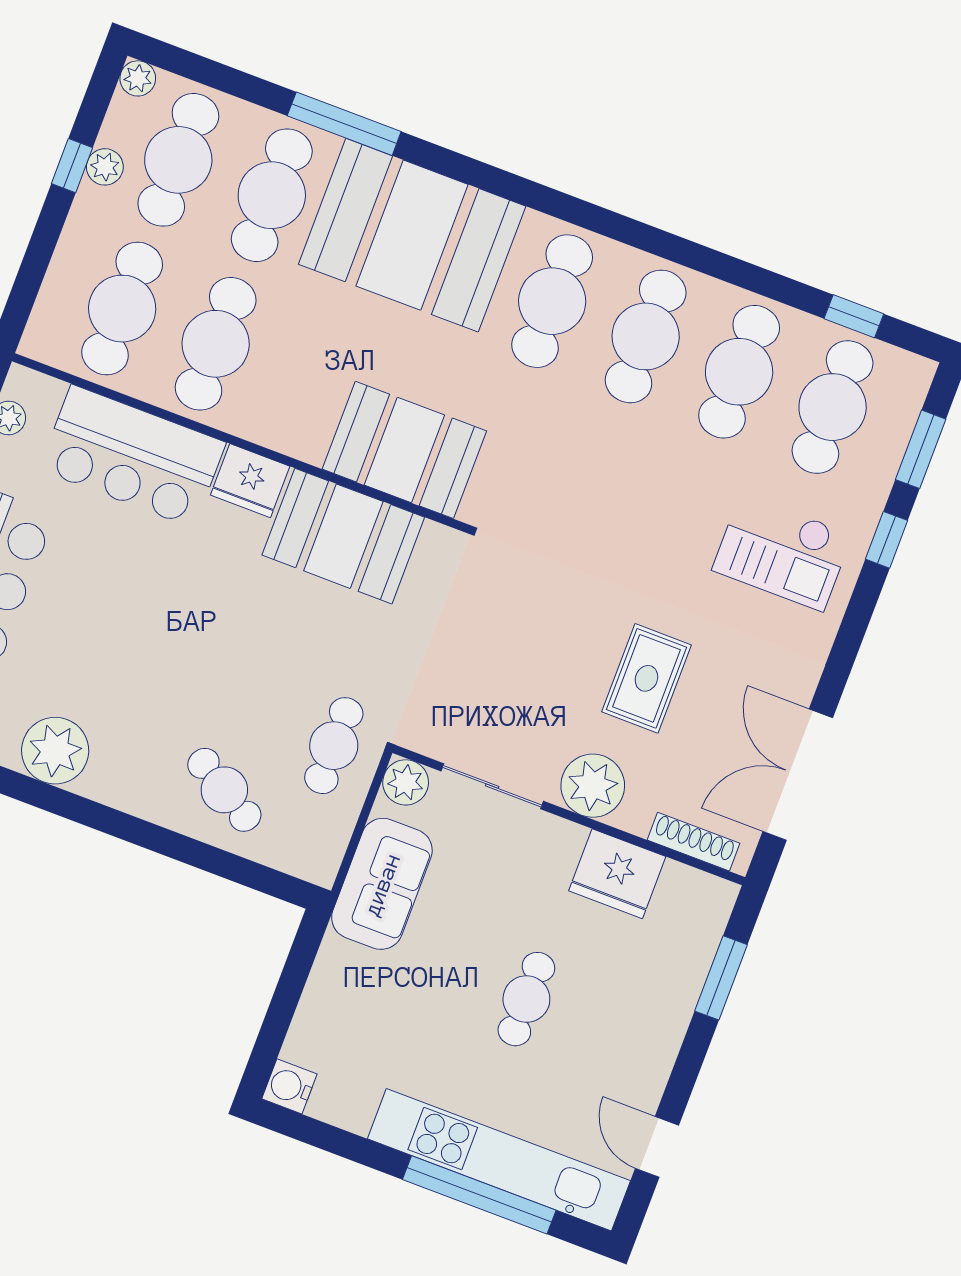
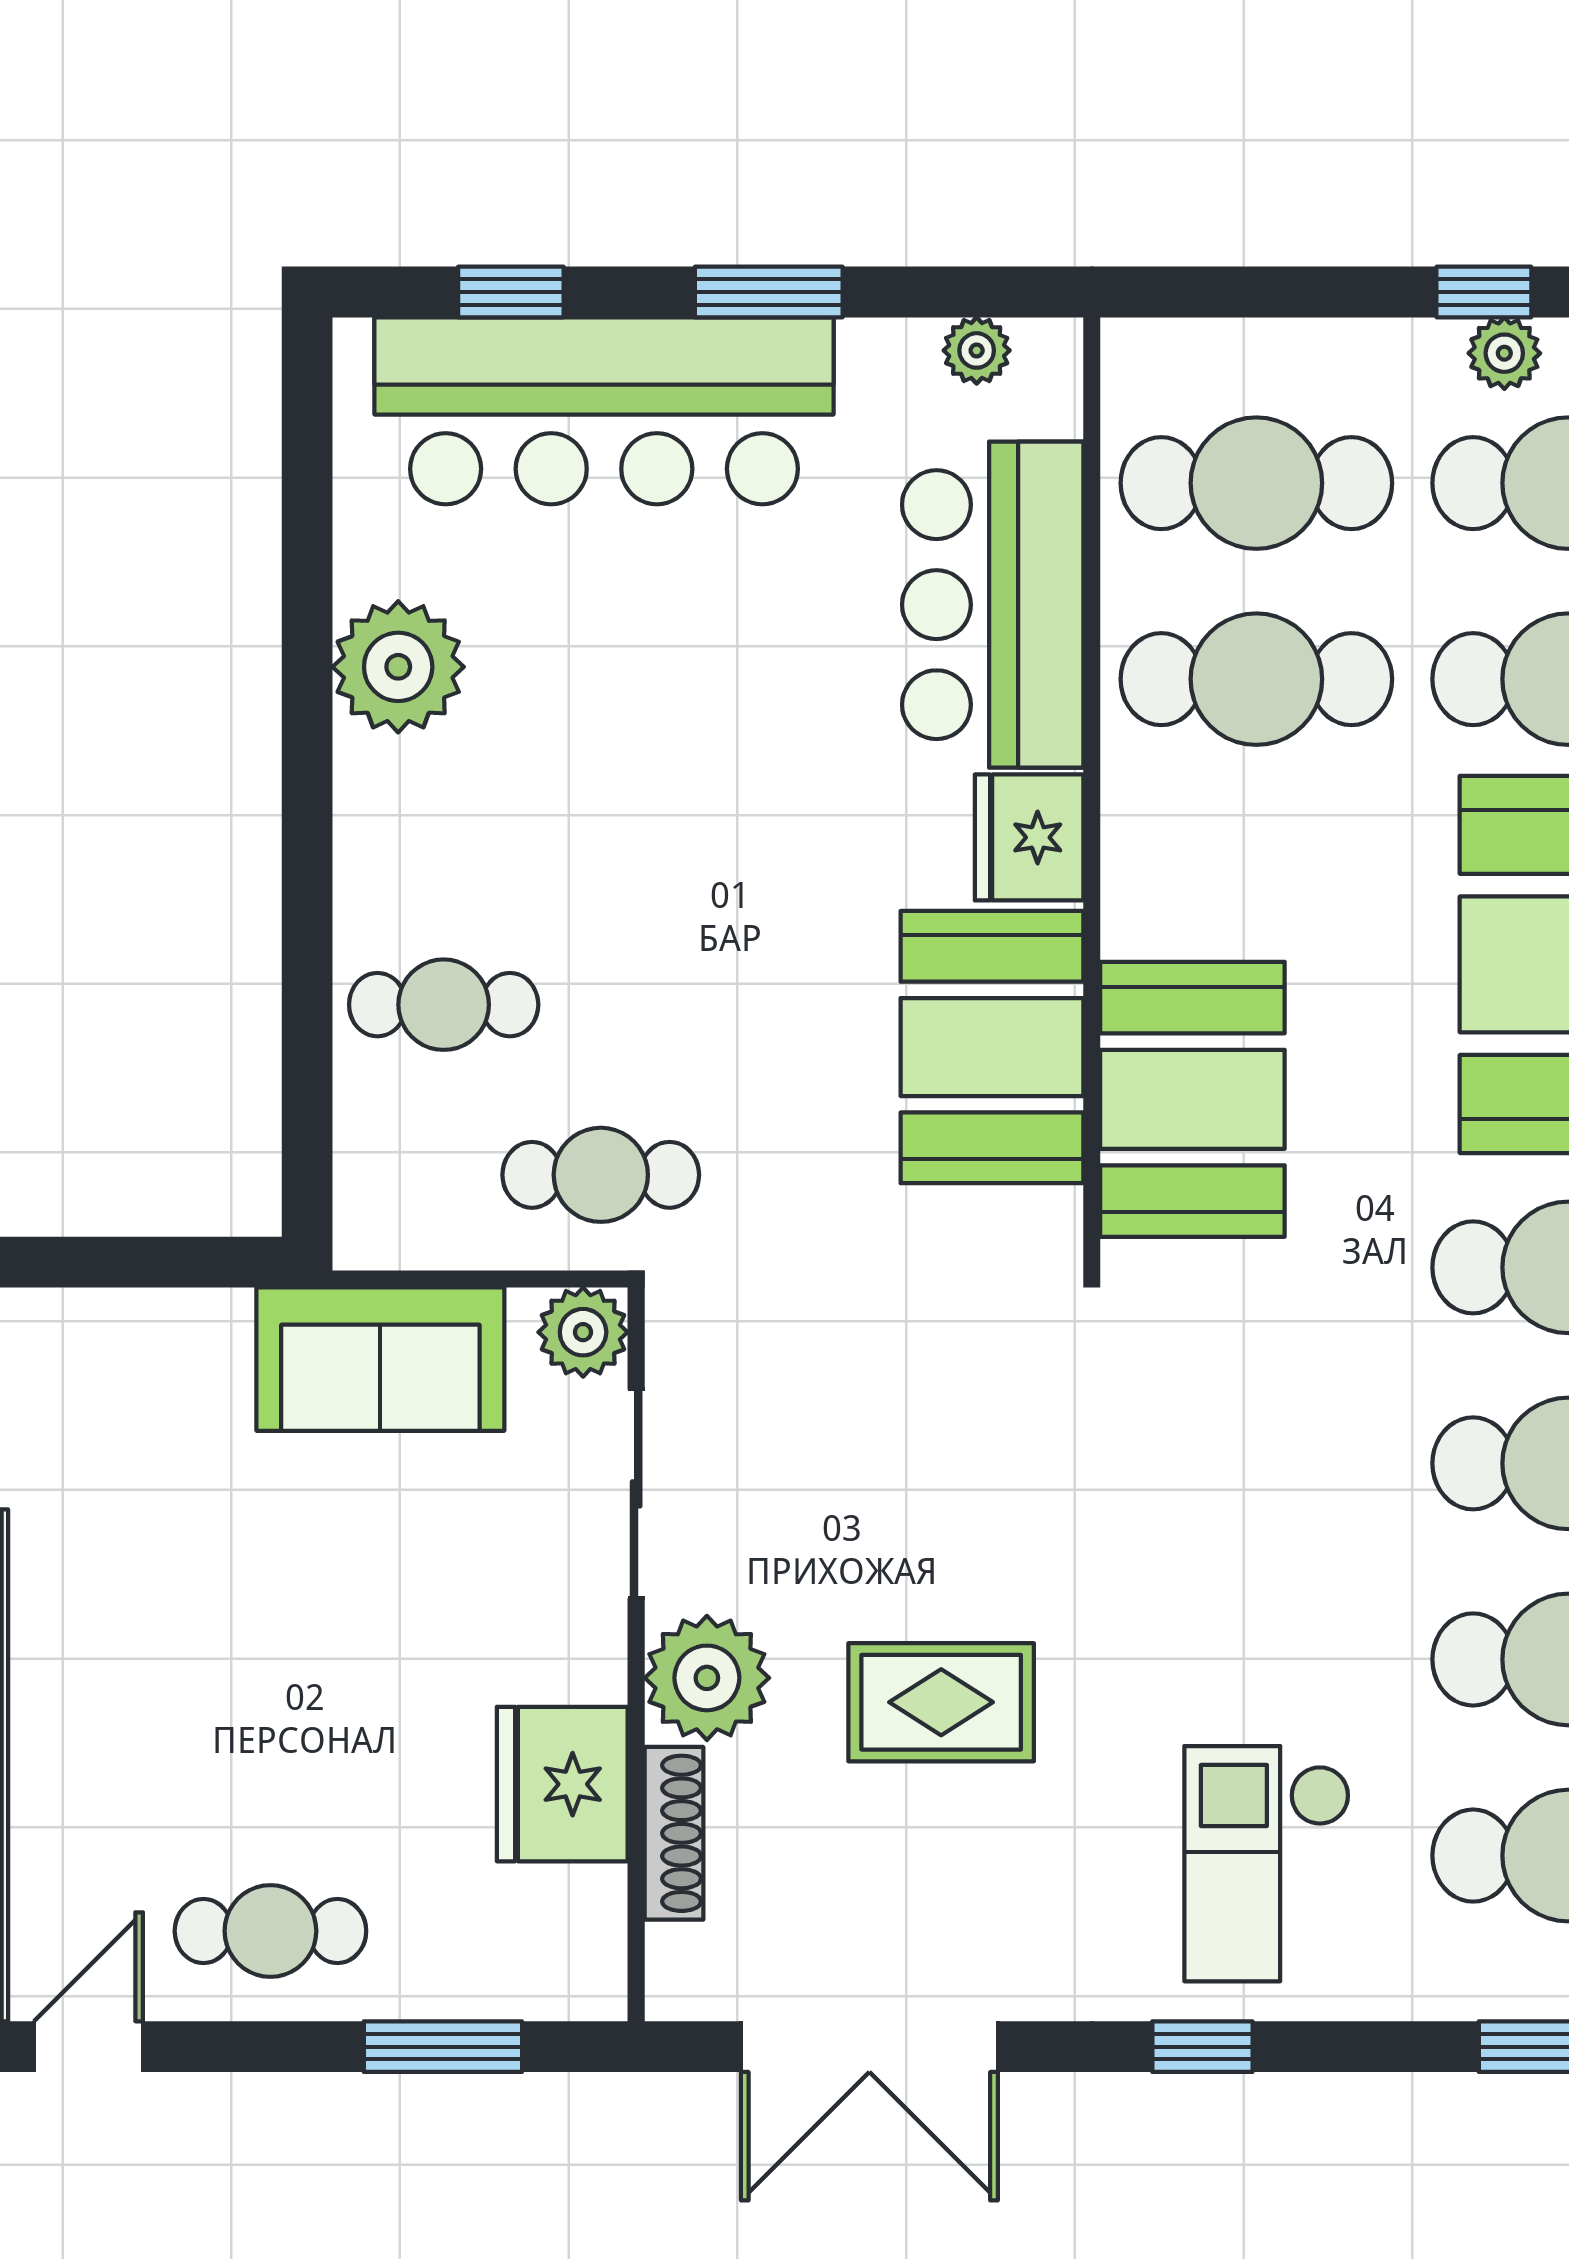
window: (886, 540) -> (1202, 2047), moved
double door: (798, 775) -> (869, 2047), swing flipped
cafe table: (224, 790) -> (444, 1005), turned 59
shoe rack: (694, 842) -> (674, 1833), moved
cafe table: (526, 999) -> (270, 1931), moved

